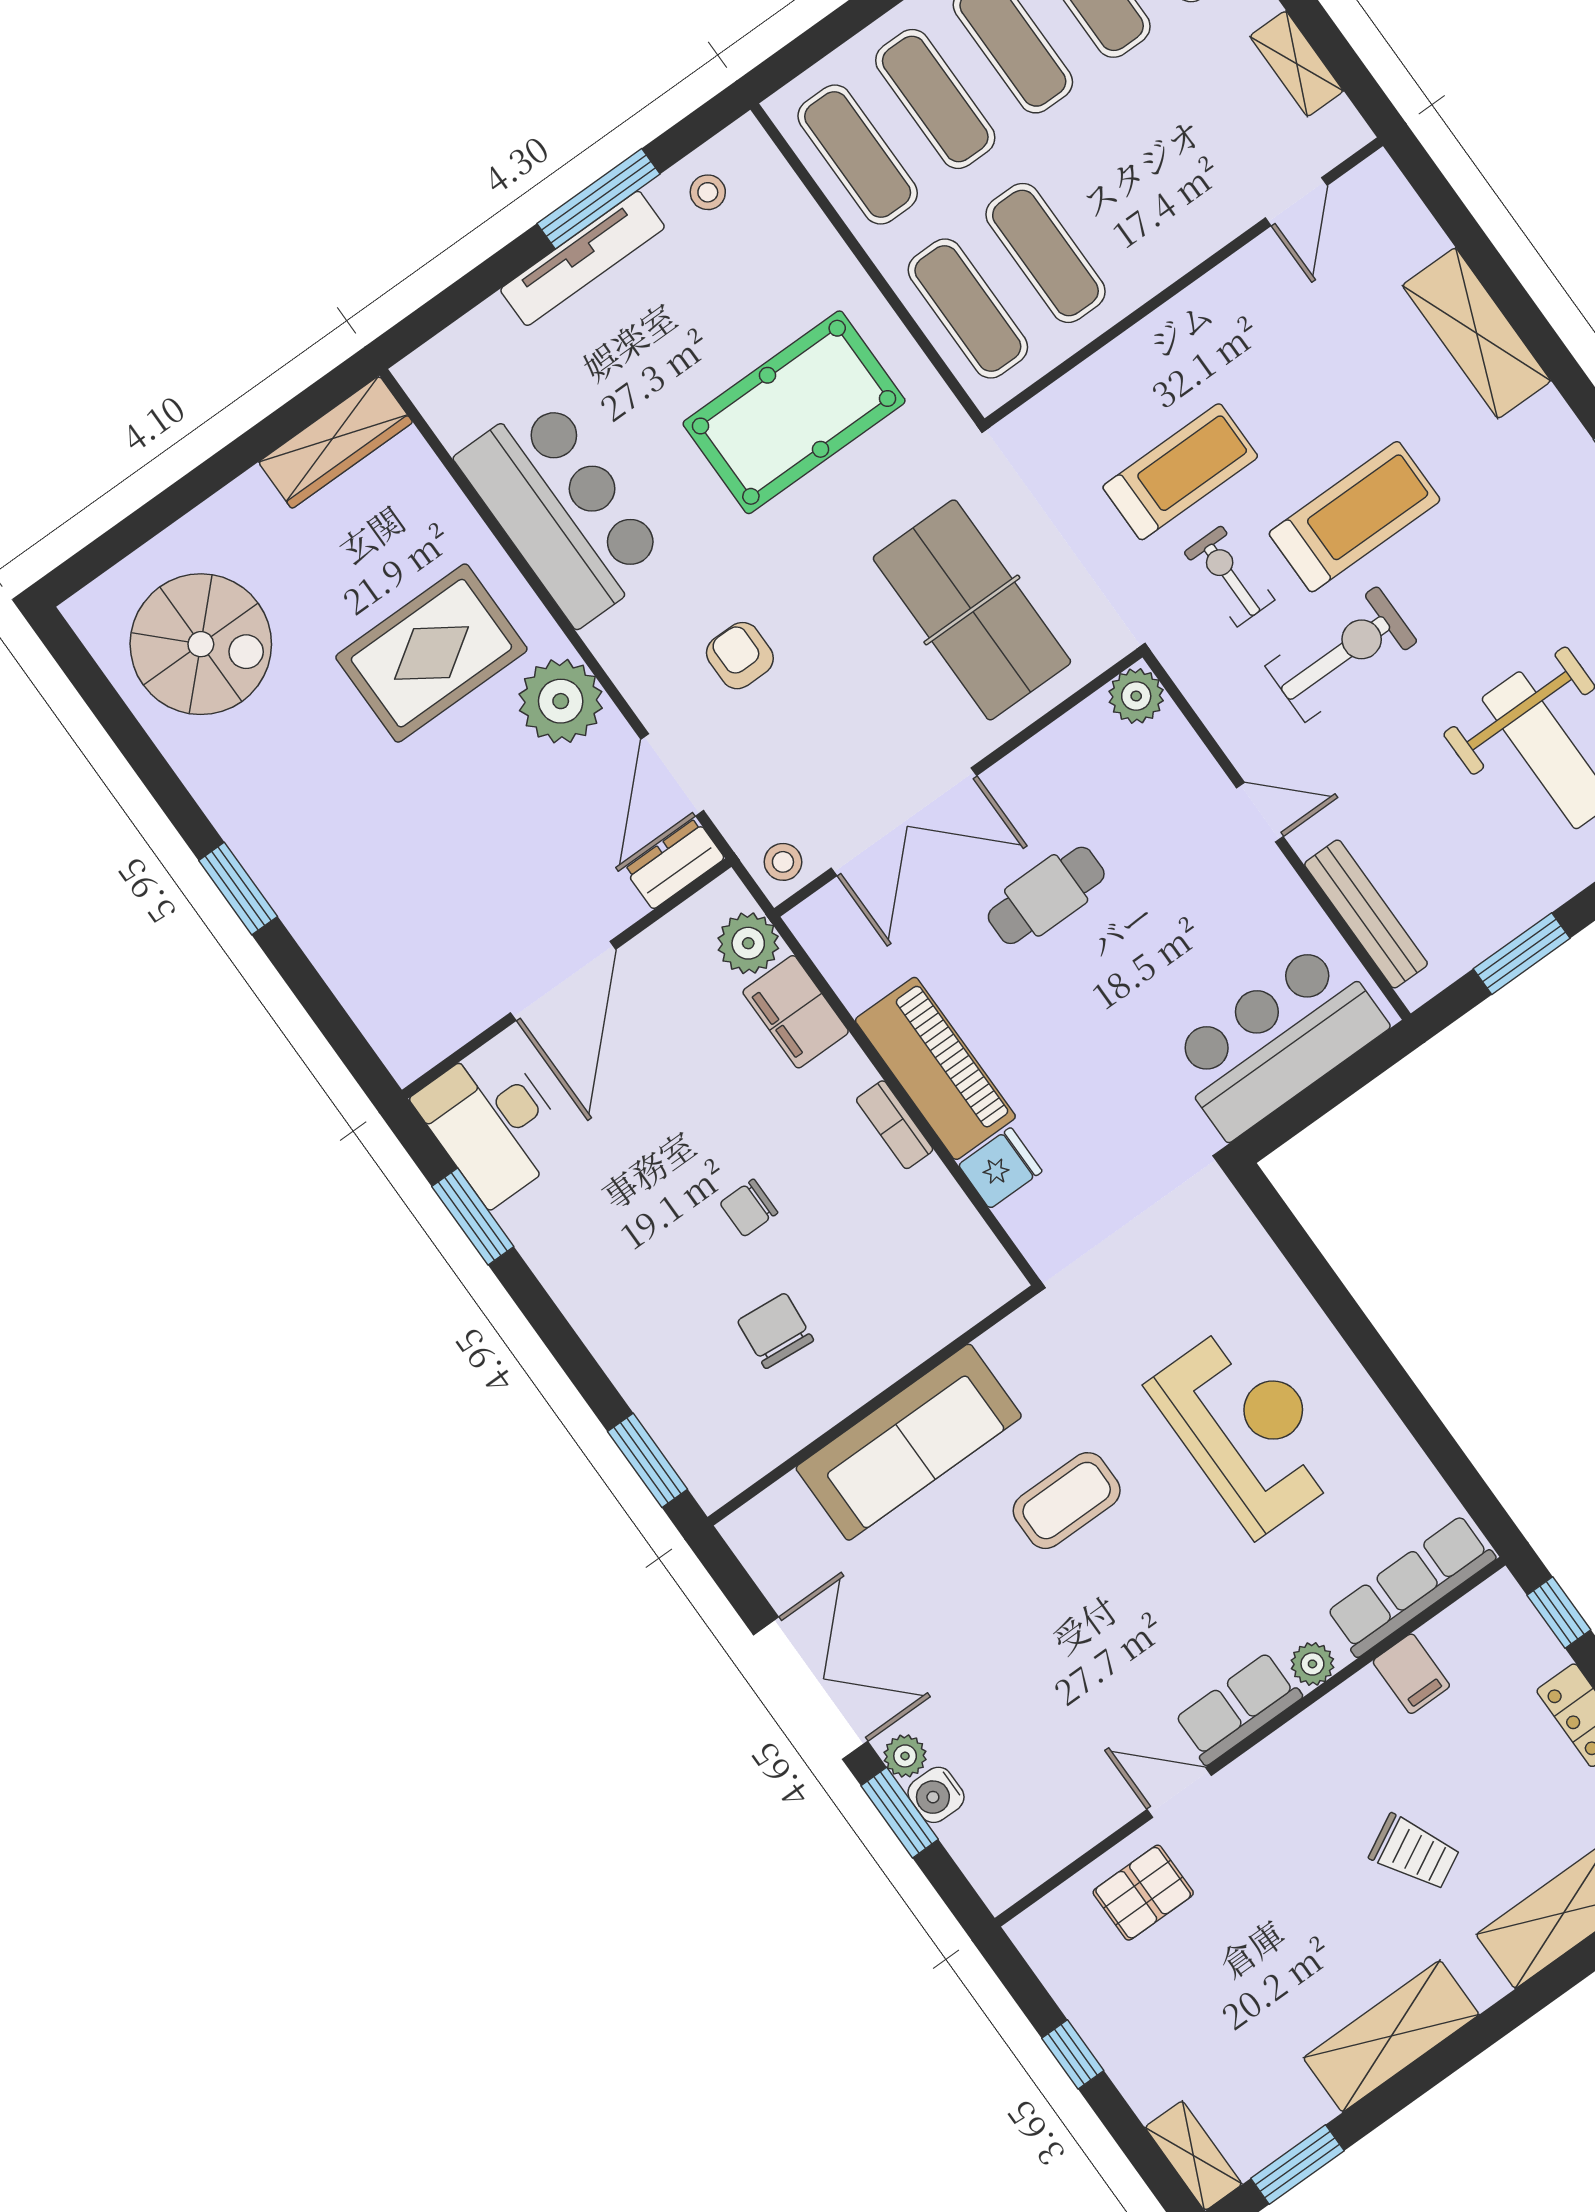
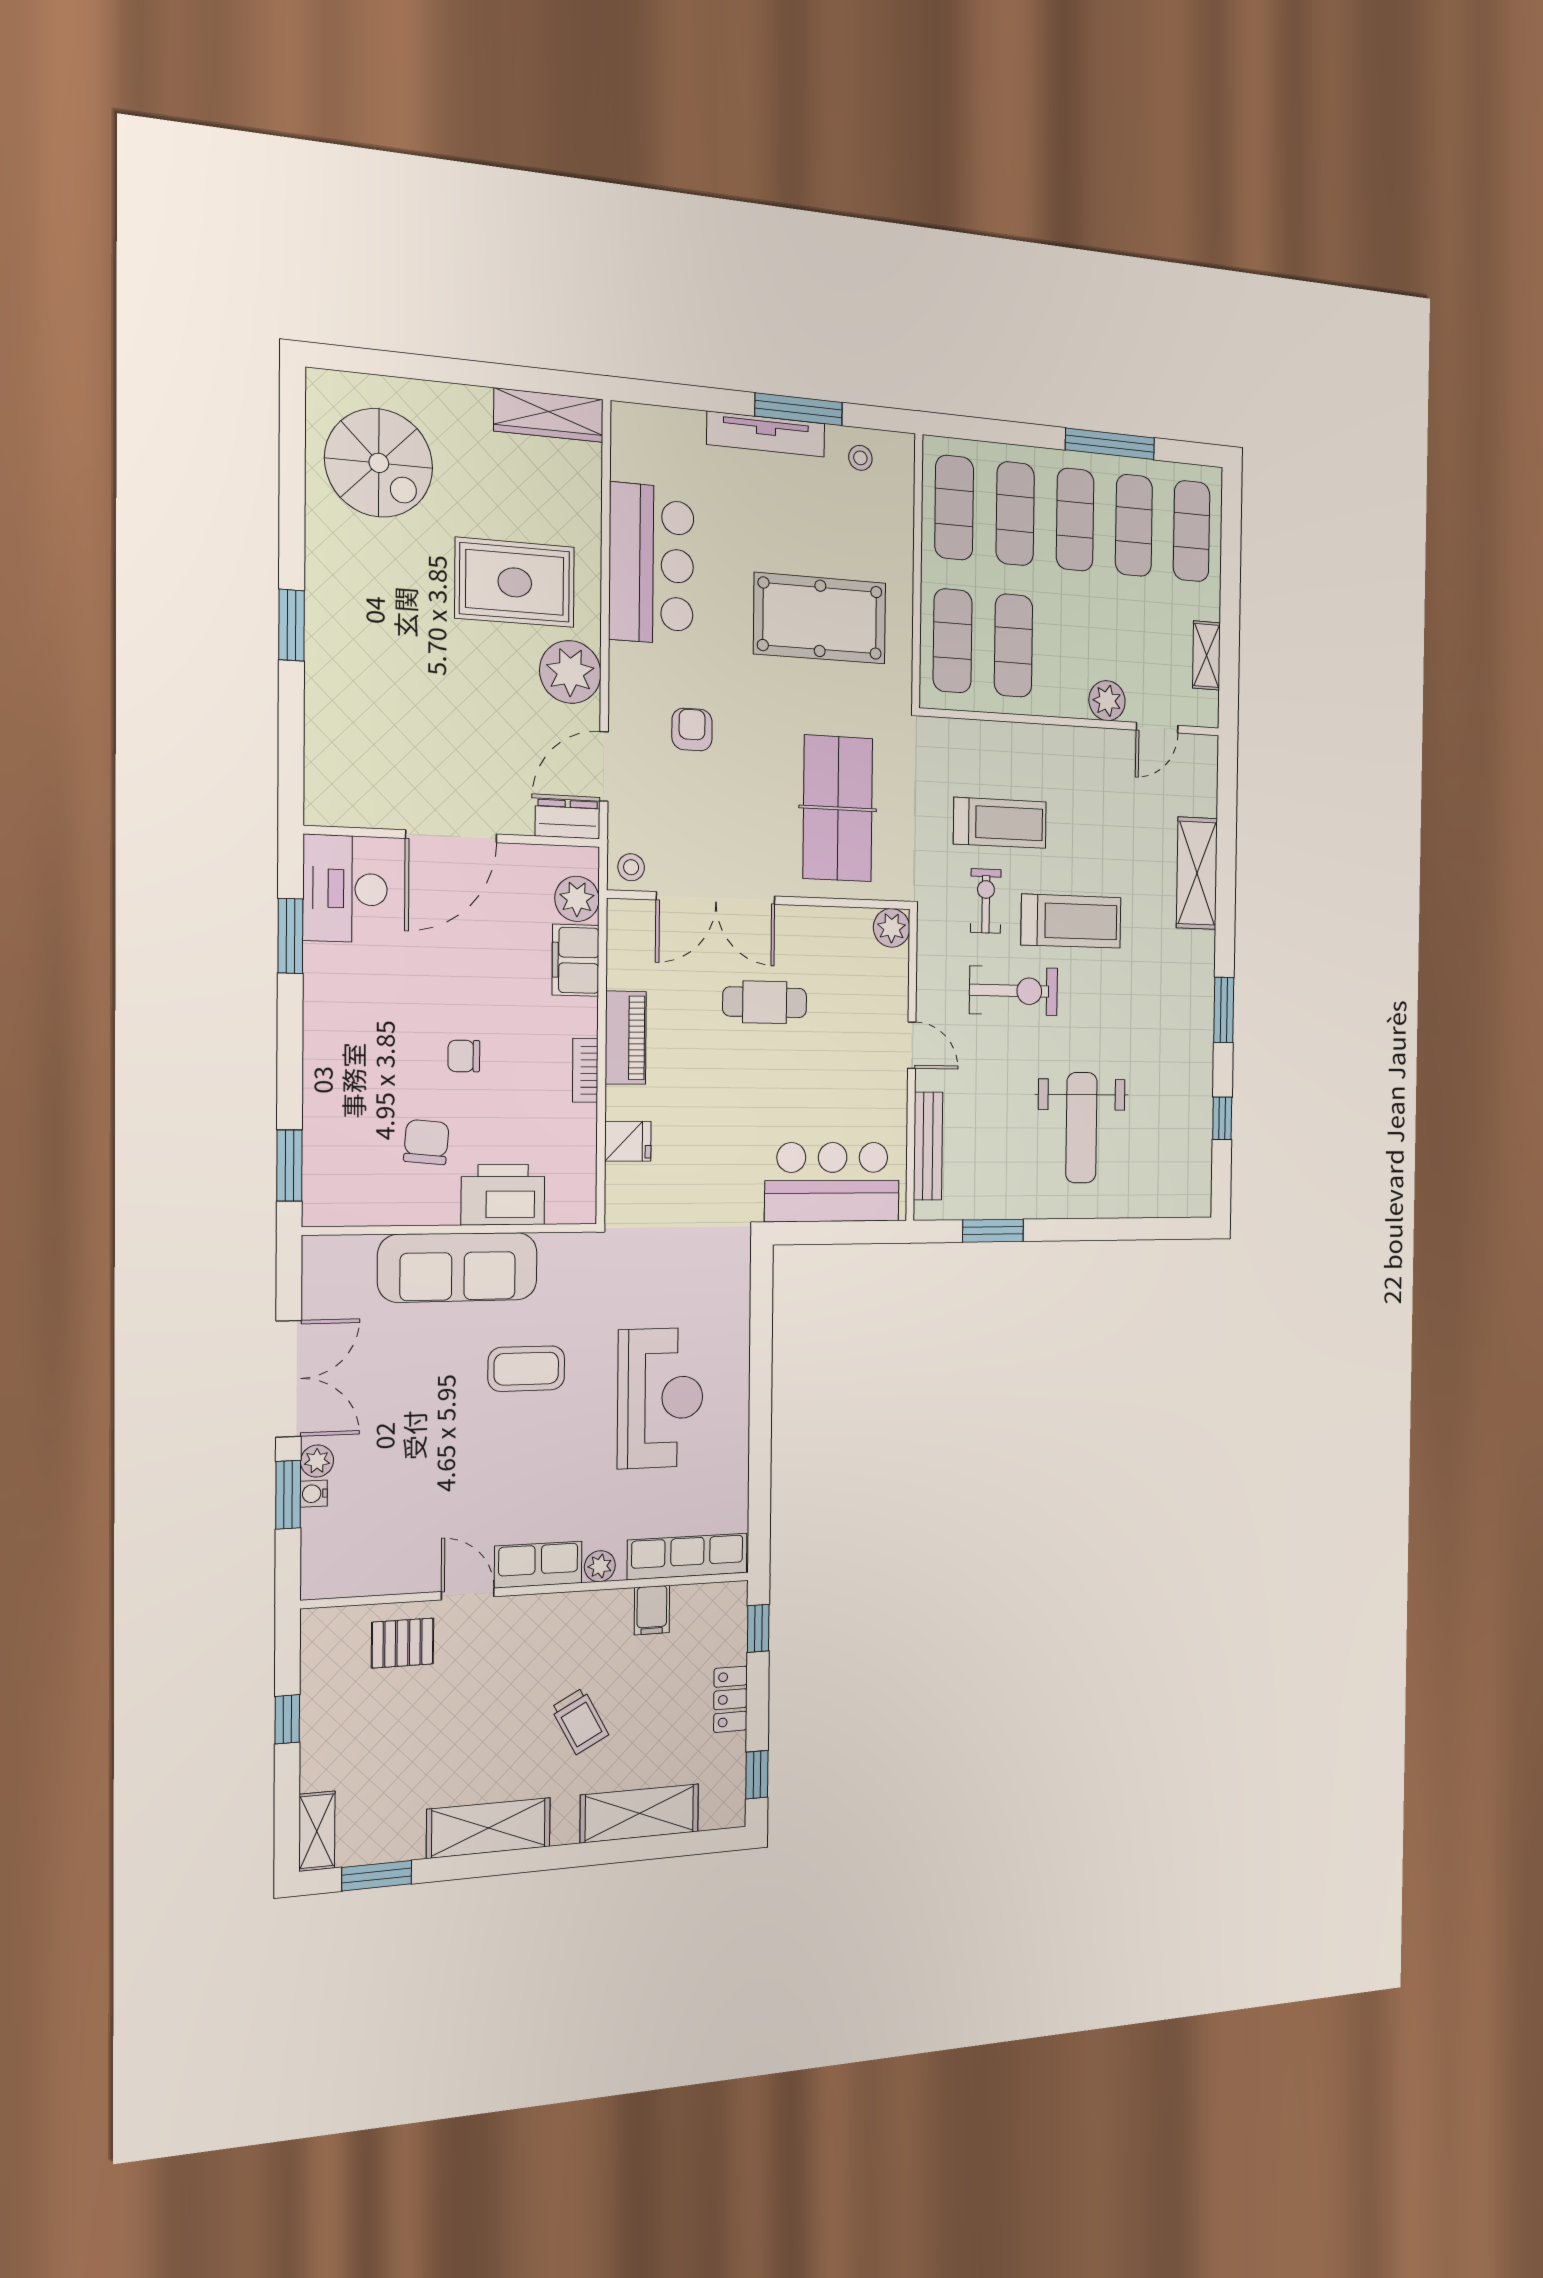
plant: (1209, 222) -> (1107, 701), added
piano: (935, 1068) -> (626, 1038), width x0.73, depth x0.75
printer: (901, 1328) -> (503, 1195), added
water cooler: (936, 1795) -> (314, 1494), width x0.72, depth x0.72

